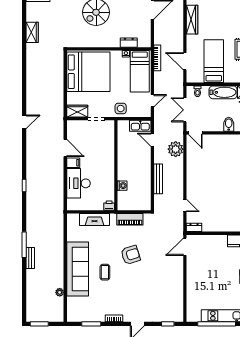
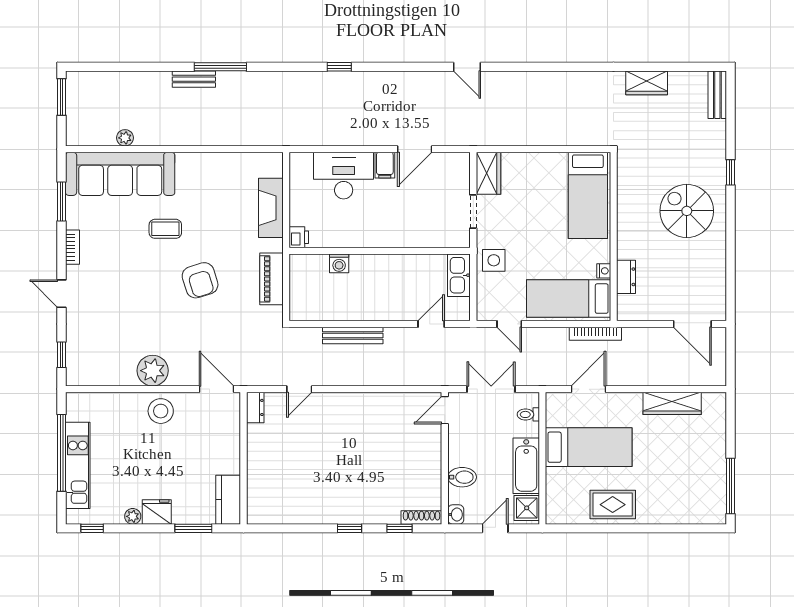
bed: (88, 72) -> (588, 195), width x0.49
kitchen sink: (140, 126) -> (459, 275), moved
plant: (176, 149) -> (153, 371), moved
sofa: (78, 269) -> (120, 174), moved
stool: (196, 274) -> (161, 411), added

